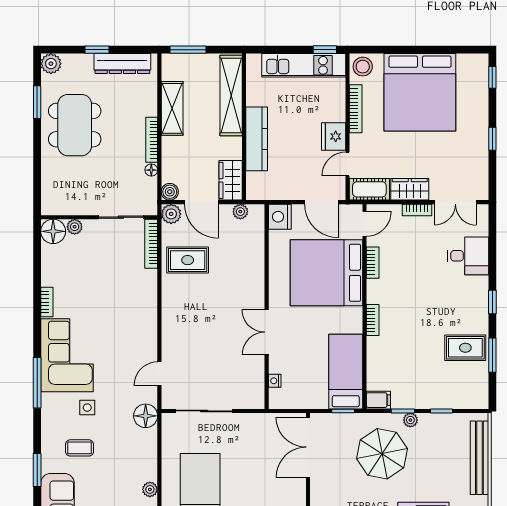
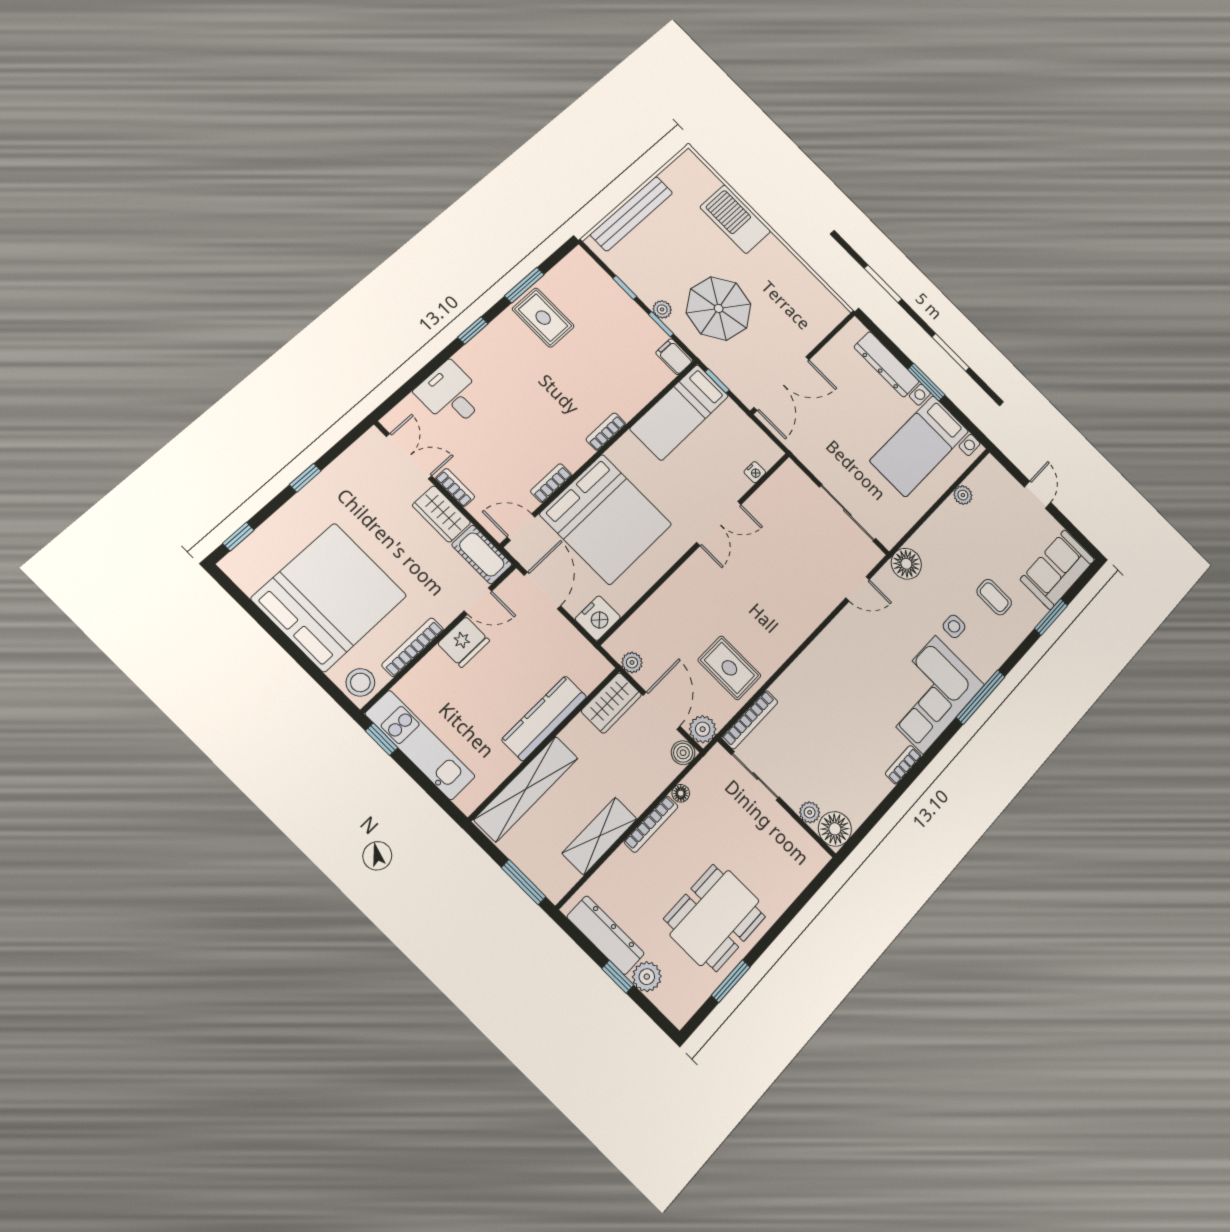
plant: (51, 64) -> (647, 977), moved

